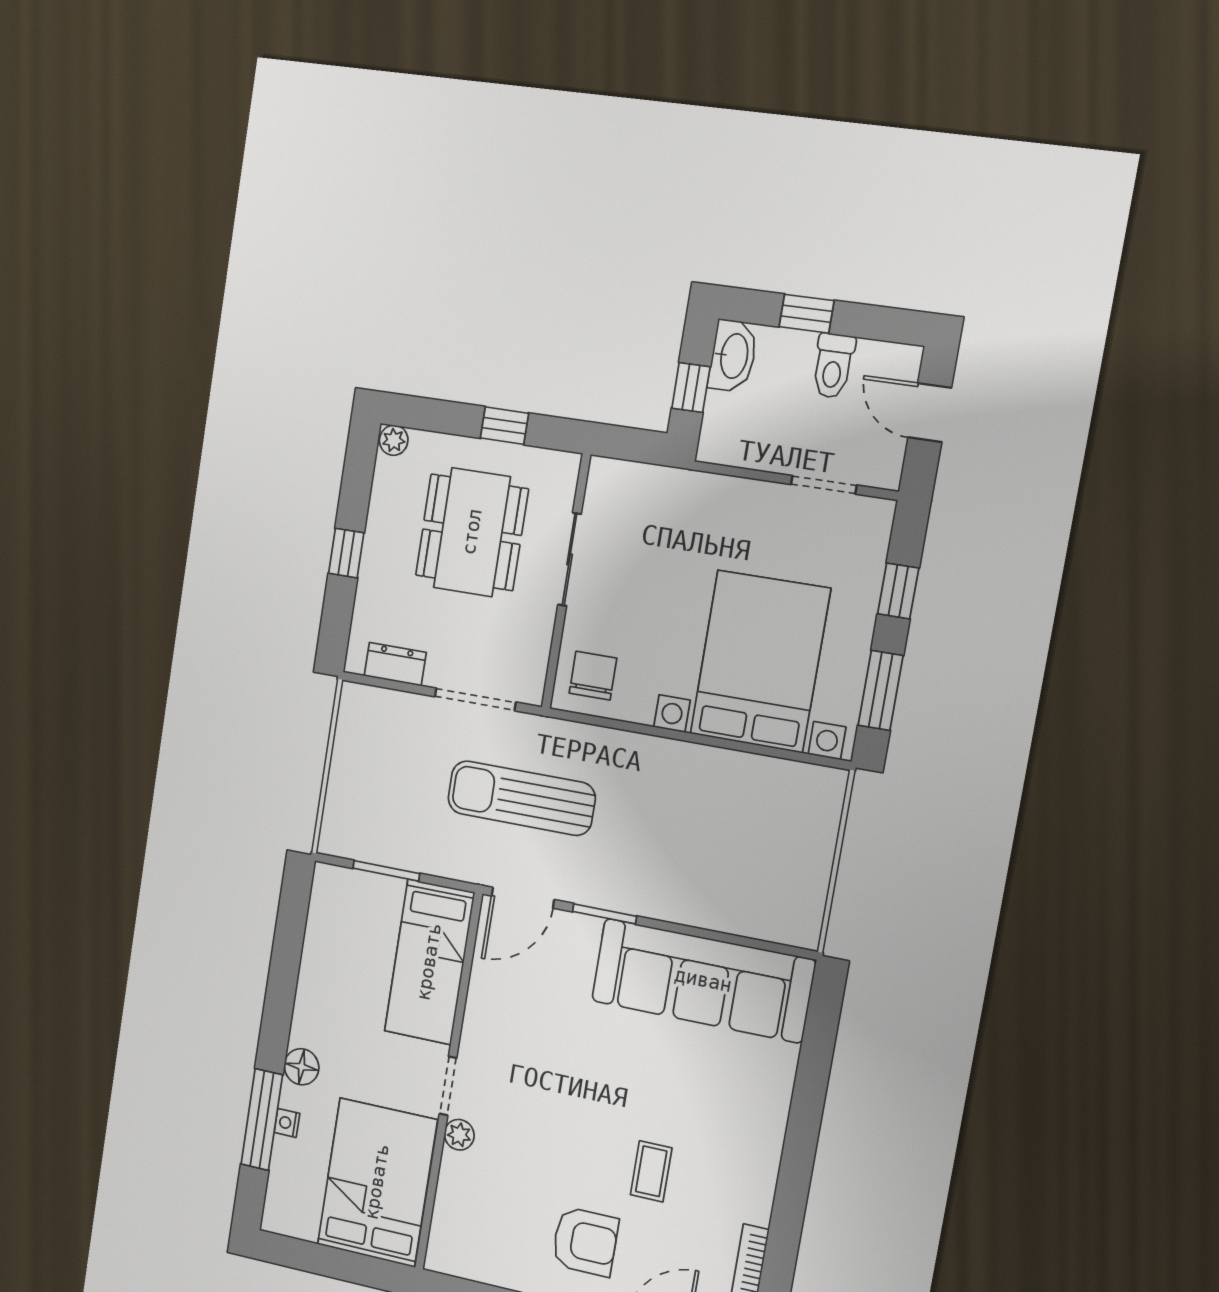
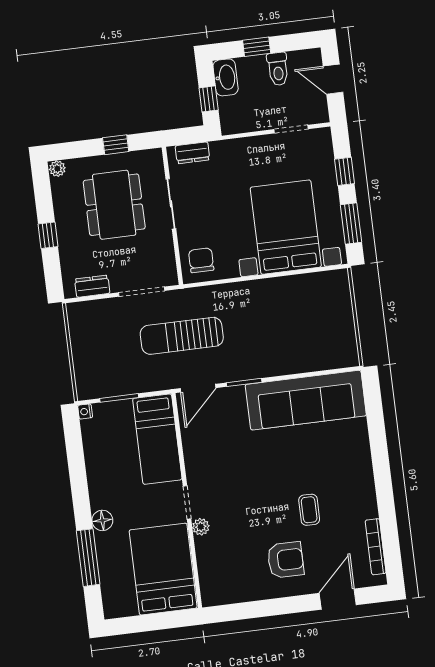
dresser: (634, 478) -> (192, 153), added
nightstand: (287, 1123) -> (85, 411), moved

